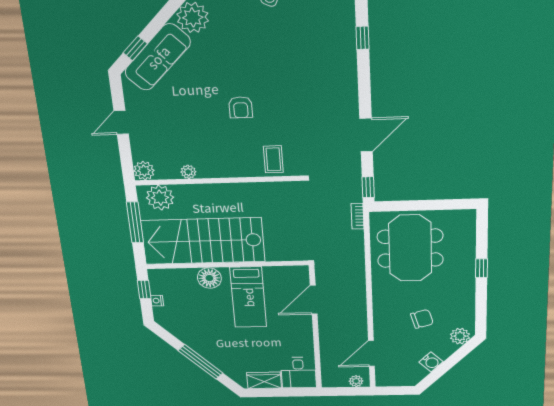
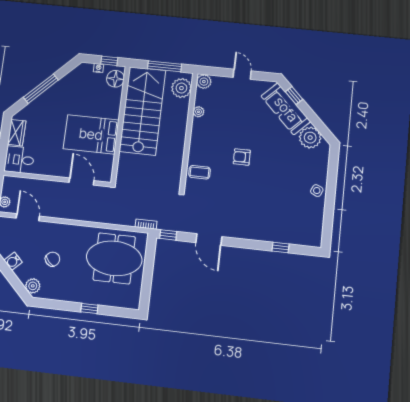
floor lamp: (209, 278) -> (115, 79), moved
bed: (248, 297) -> (91, 134), width x1.50
chair: (422, 319) -> (53, 259), turned -117

